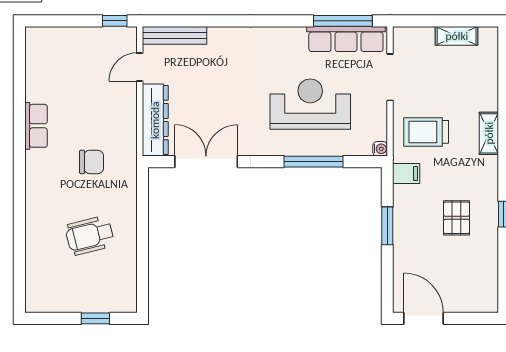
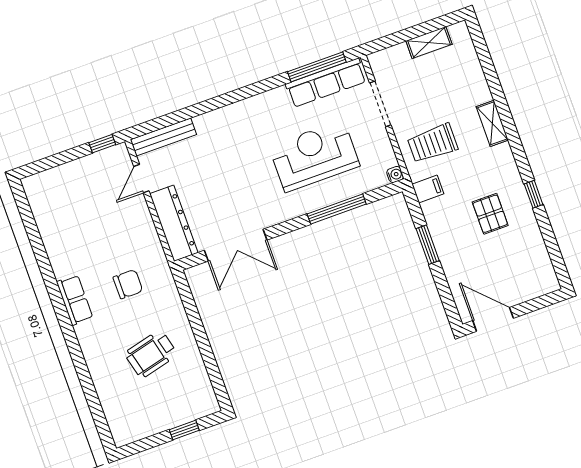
row of seats: (36, 126) -> (75, 300), moved
double door: (206, 162) -> (236, 245), swing flipped

